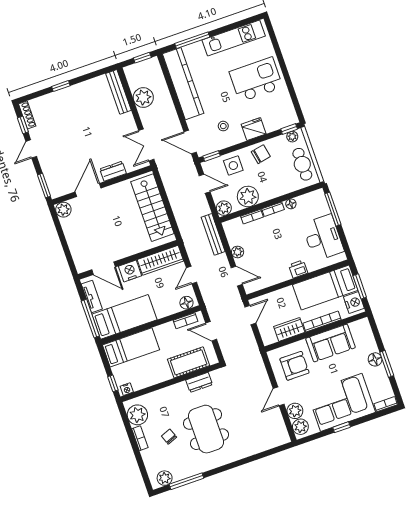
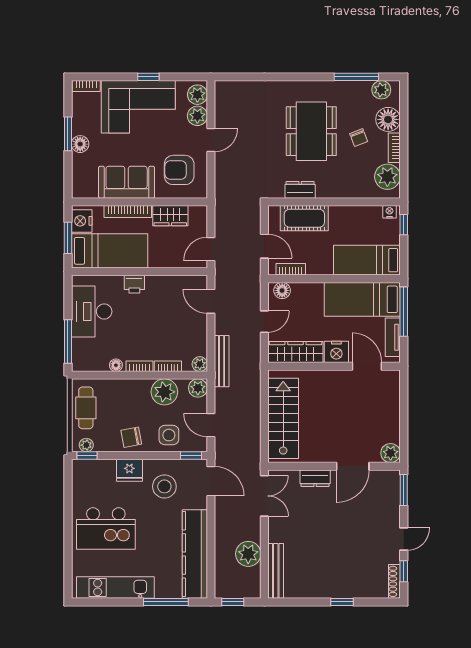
stool: (223, 126) -> (164, 486), width x1.89, depth x1.89
plant: (238, 252) -> (200, 364), moved
floor lamp: (152, 458) -> (388, 119), added

